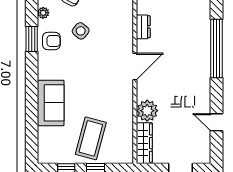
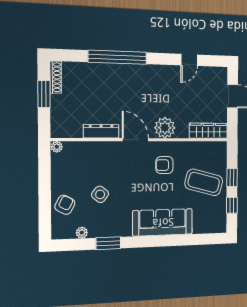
dresser: (143, 27) -> (101, 131), width x1.44
armchair: (51, 41) -> (164, 165), moved, turned -90
sofa: (51, 103) -> (163, 222), width x1.36
plant: (147, 111) -> (165, 128), moved

